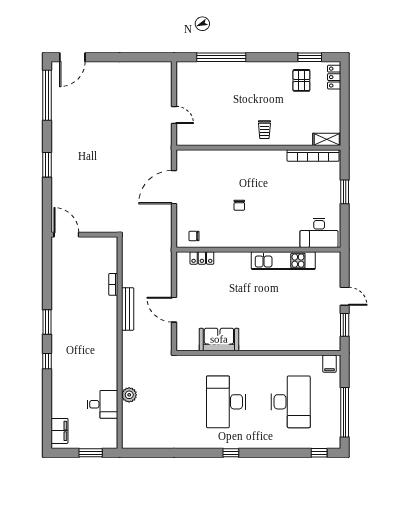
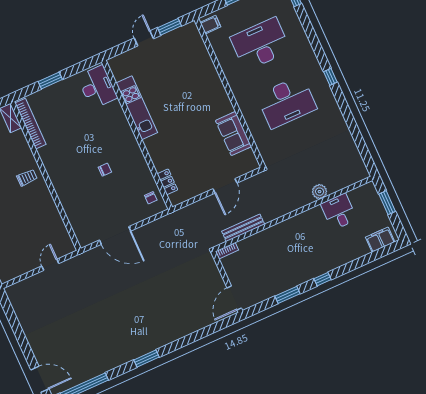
door: (66, 235) -> (234, 298), moved
wall: (84, 235) -> (227, 282), moved

